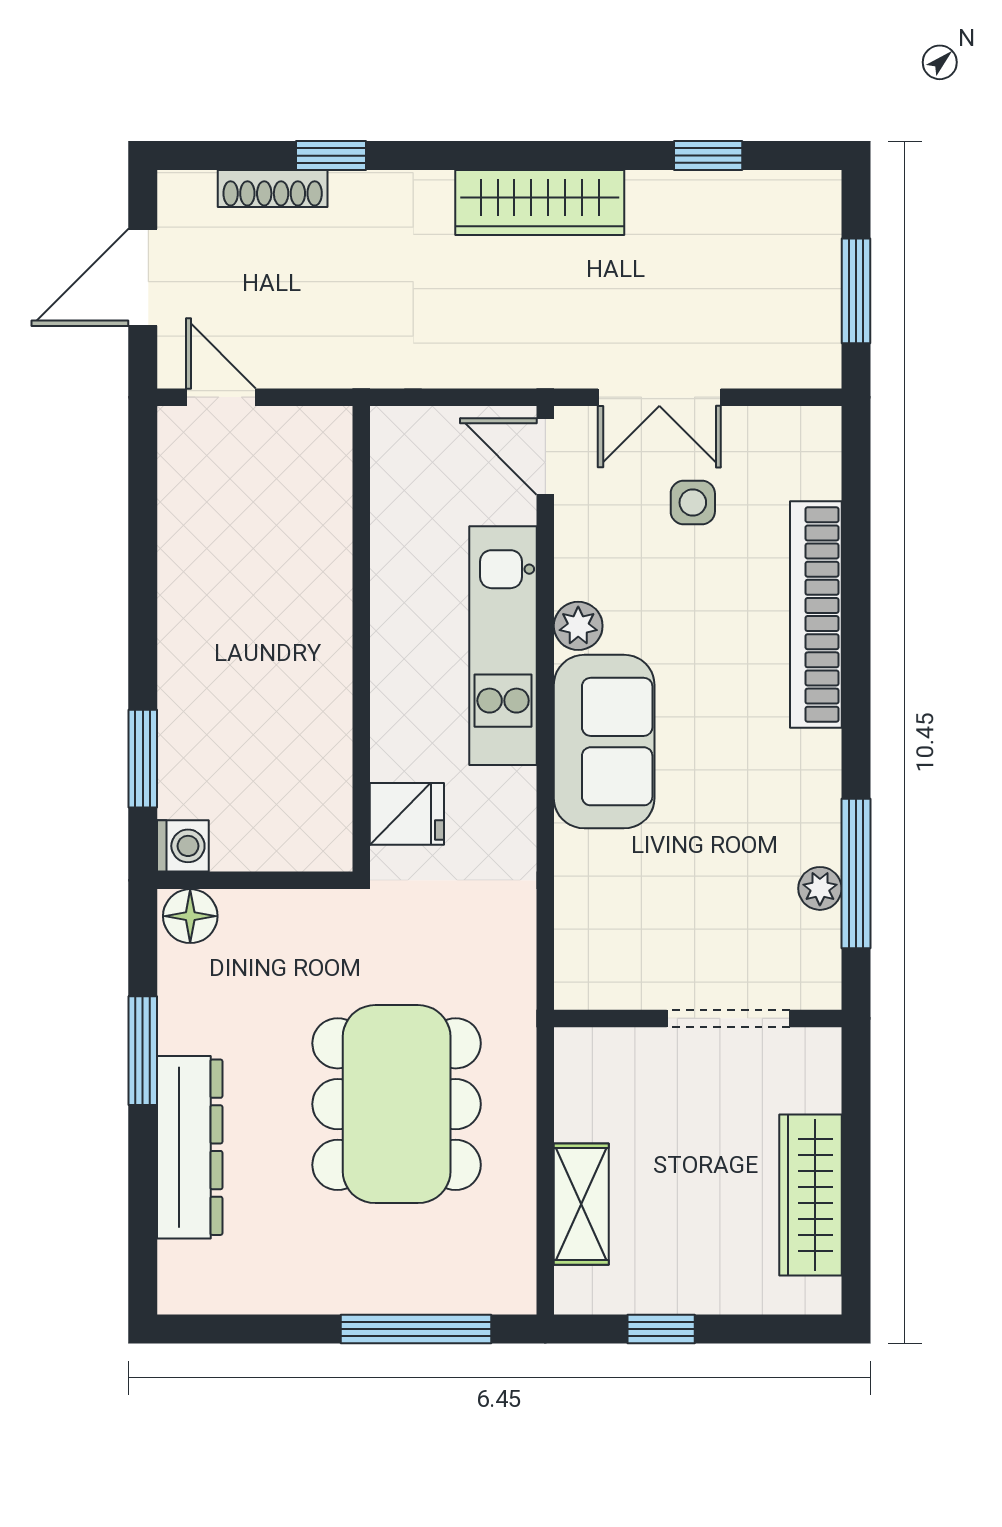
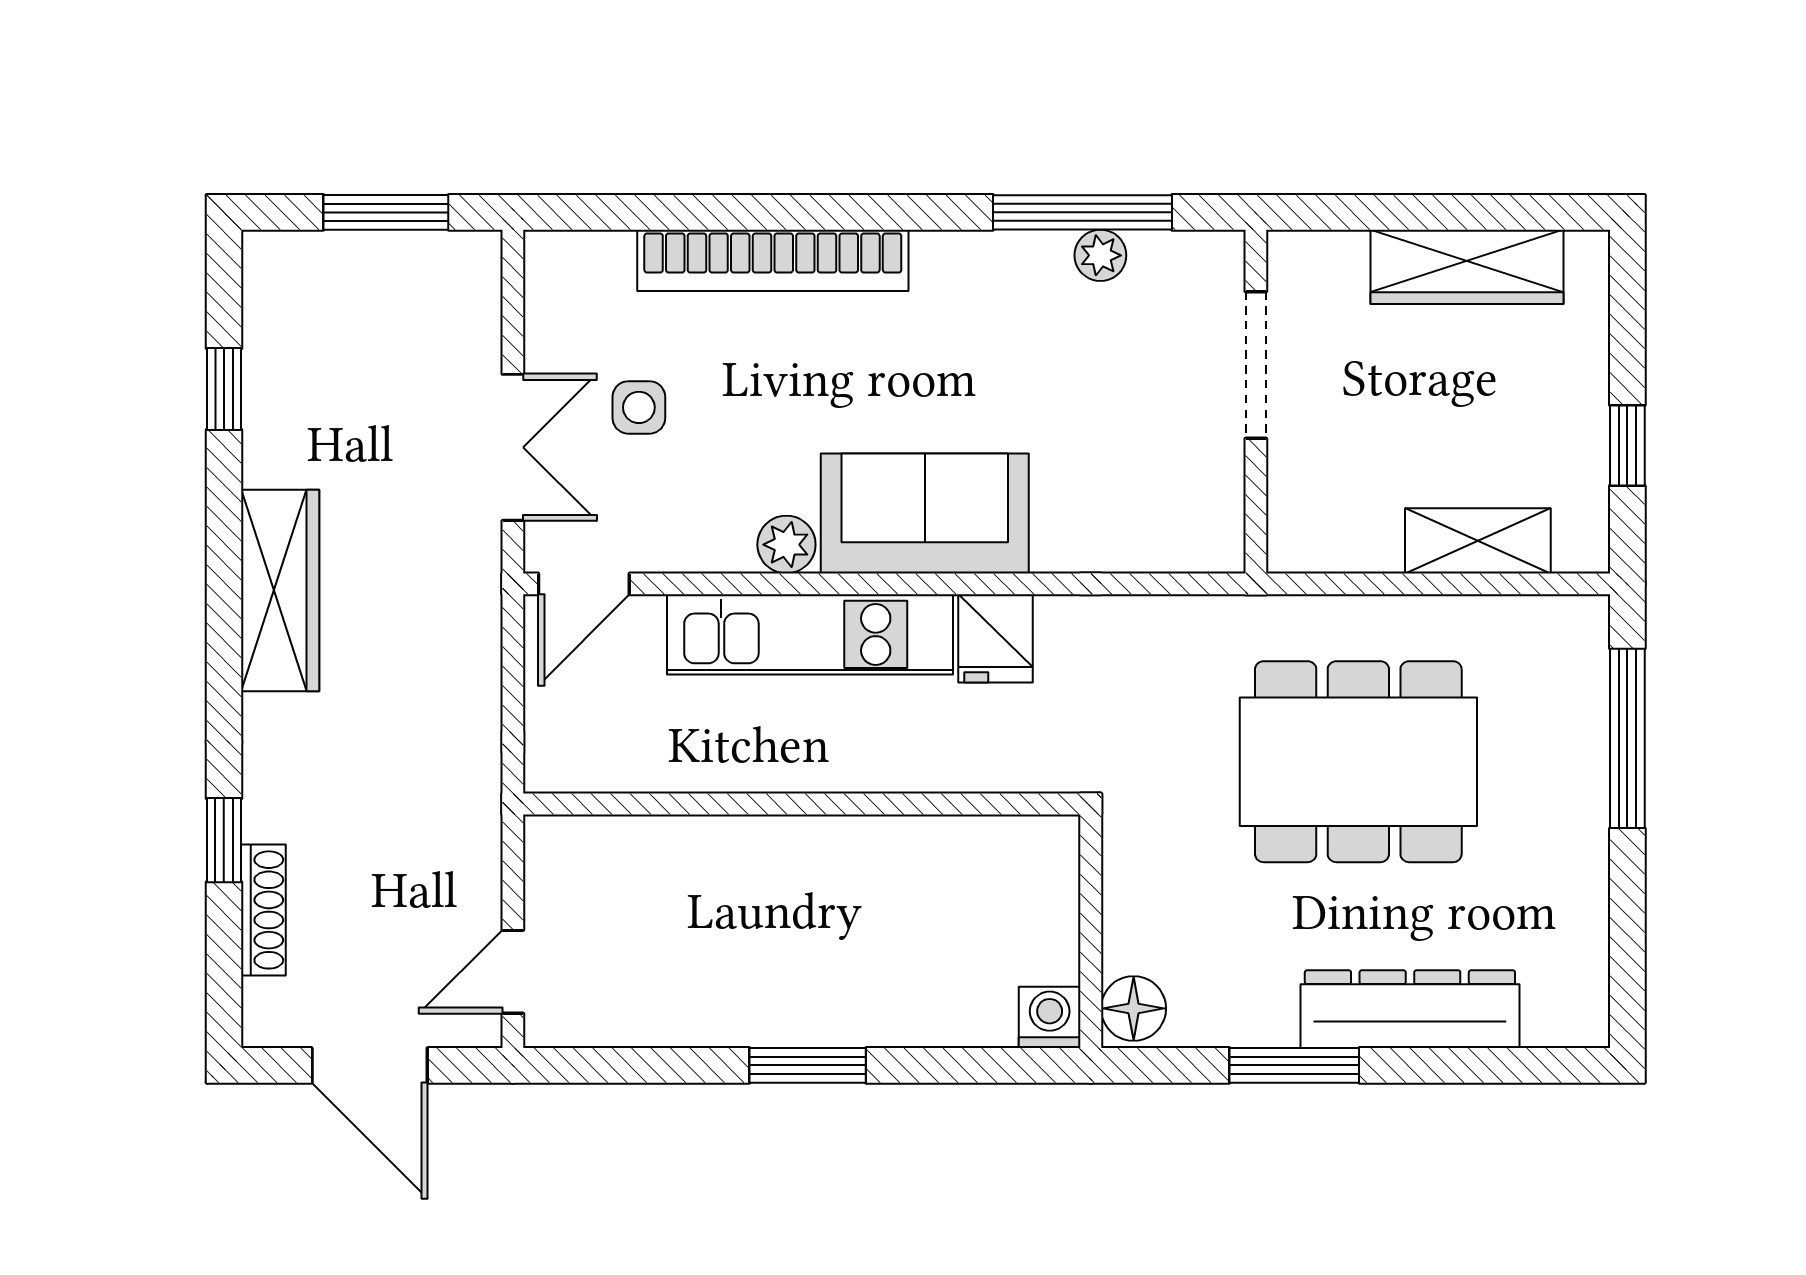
window: (143, 759) -> (808, 1065), moved
fridge: (407, 814) -> (996, 638), moved, turned 180

